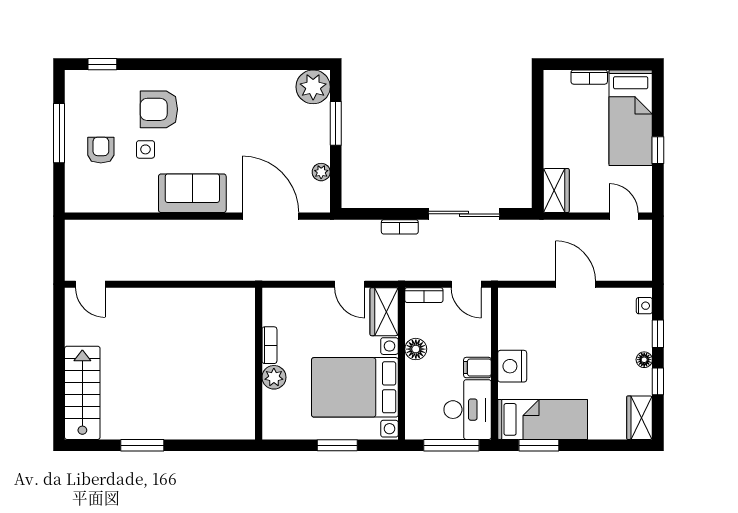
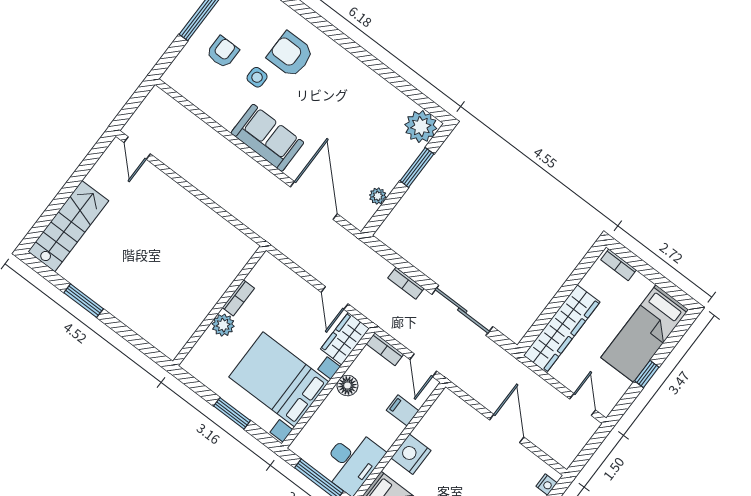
bookcase: (589, 77) -> (619, 265), moved
wardrobe: (556, 191) -> (562, 329), width x2.10, depth x1.17
filing cabinet: (477, 368) -> (403, 410), moved

